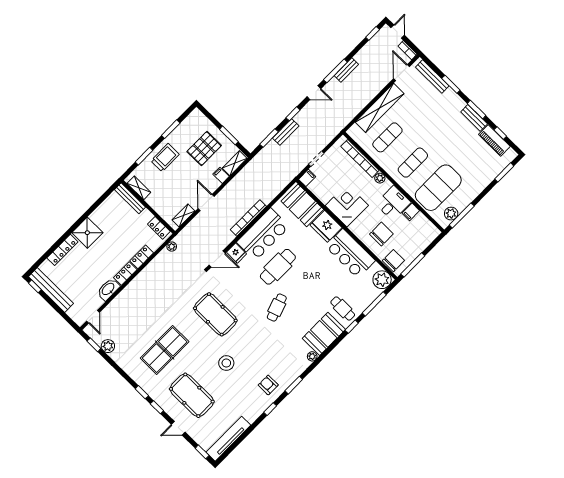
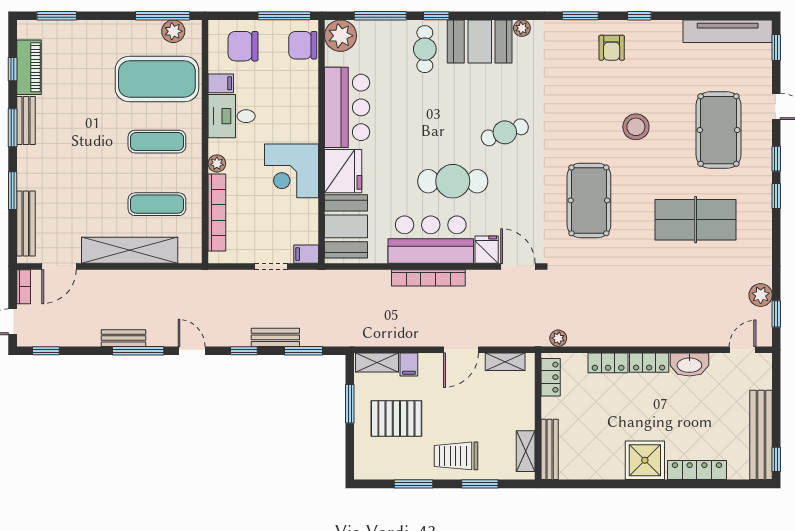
chair: (381, 234) -> (243, 46), moved

